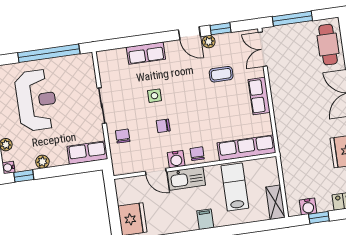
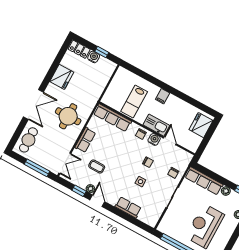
round table: (301, 109) -> (68, 116), added
row of seats: (87, 153) -> (204, 181), width x1.48
shelving: (275, 202) -> (119, 77), removed
water cooler: (308, 207) -> (94, 57), moved

